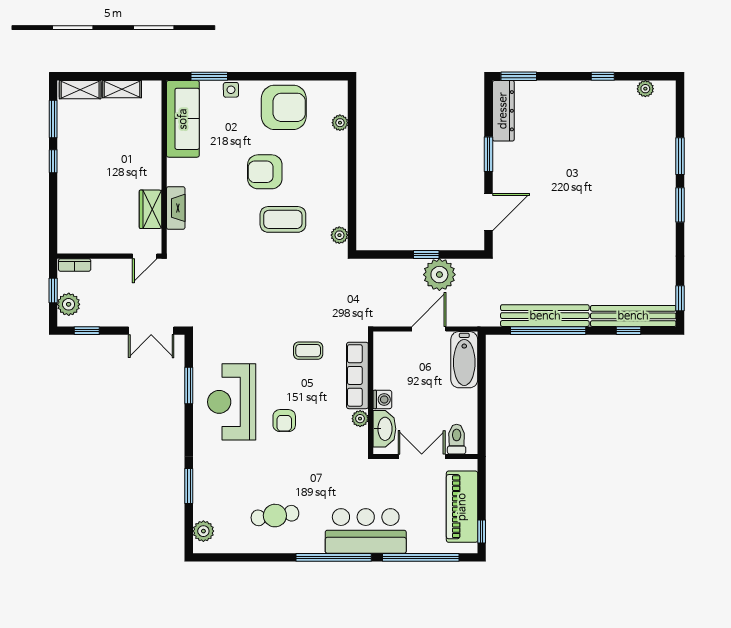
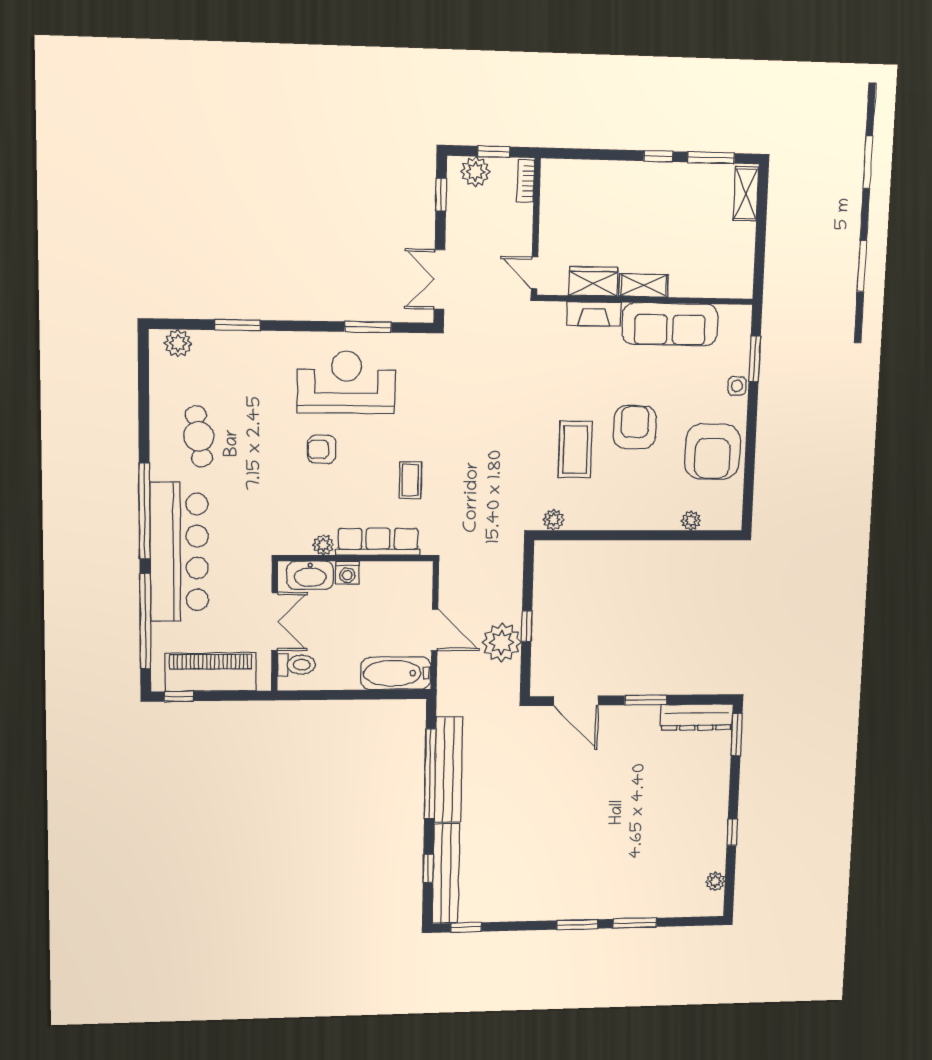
shelving: (122, 89) -> (644, 285), moved, turned 90
sofa: (183, 119) -> (670, 324), moved
bar counter: (366, 531) -> (179, 552), width x1.36

